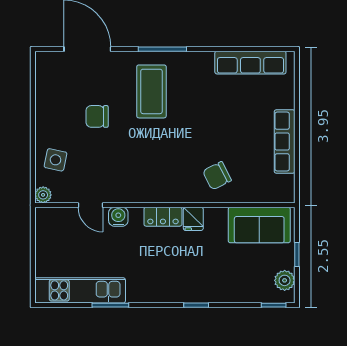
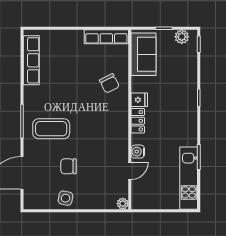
chair: (97, 116) -> (68, 166), turned 90
row of seats: (285, 141) -> (106, 37), moved
side table: (55, 160) -> (65, 198), moved

